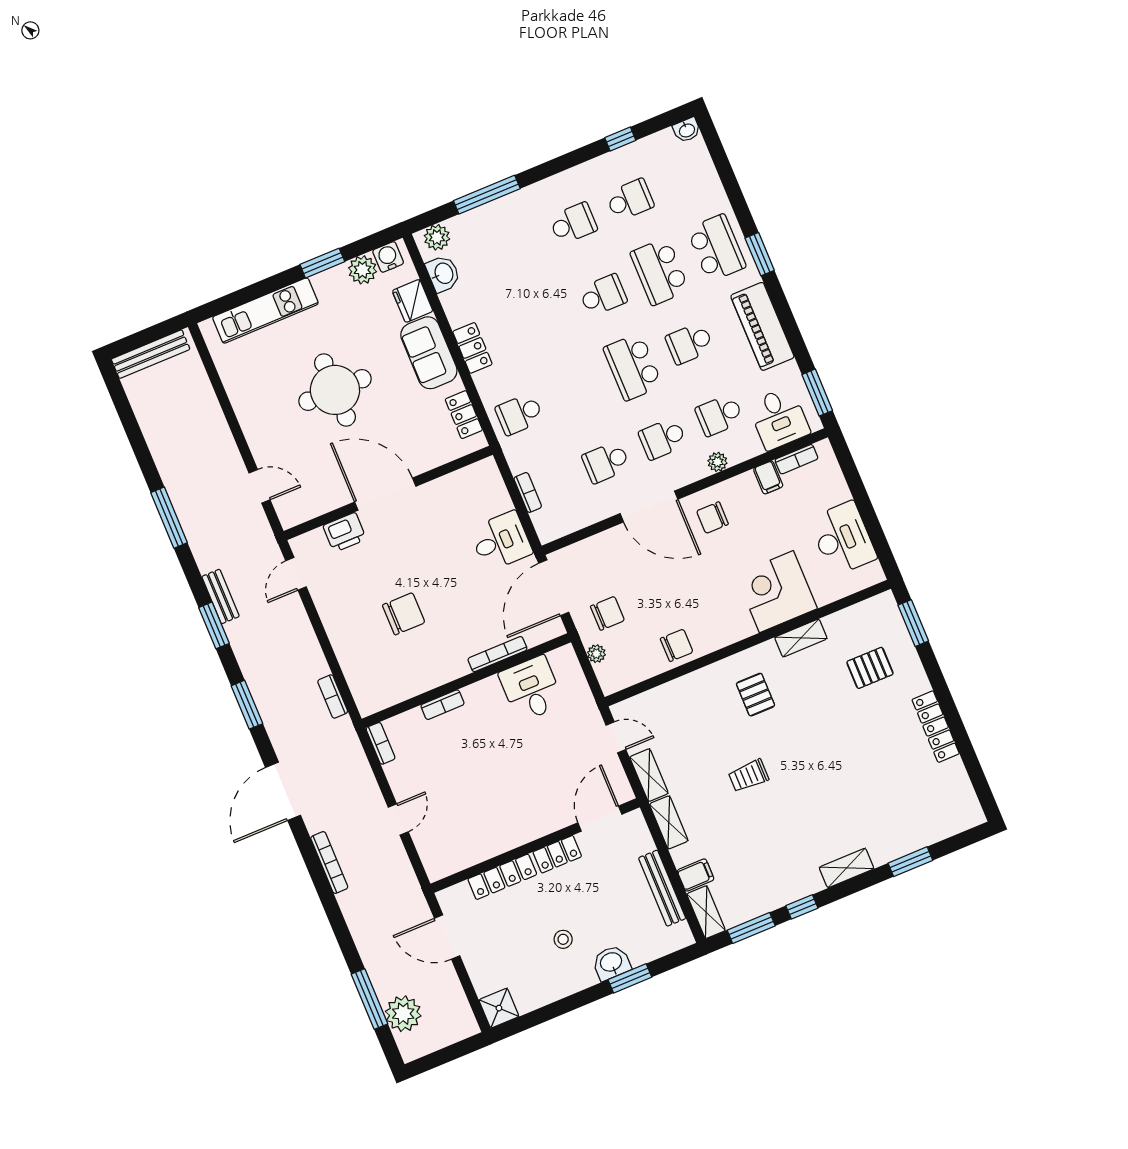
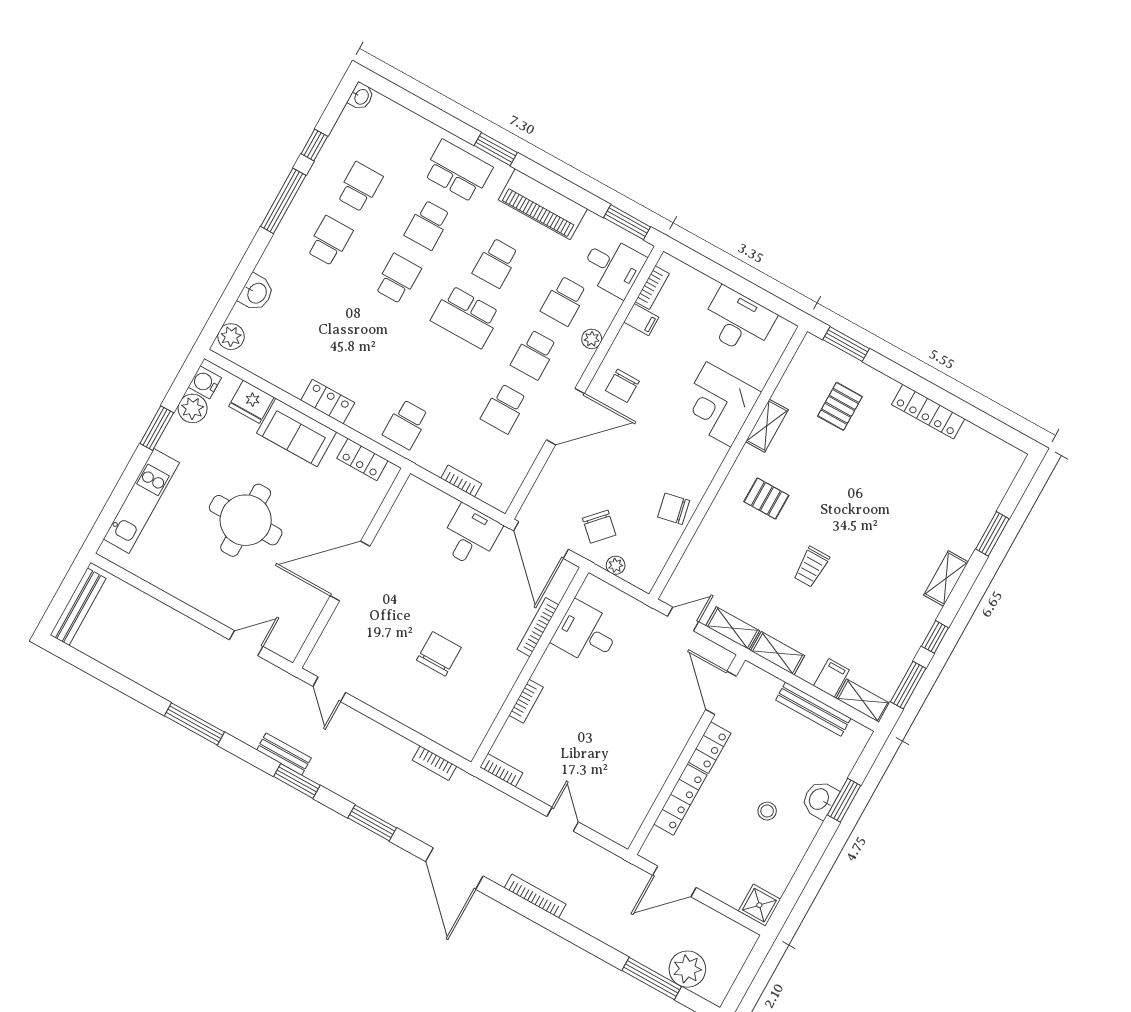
window: (487, 195) -> (283, 201), moved
school desk: (660, 272) -> (428, 225), width x0.54
washbasin: (443, 274) -> (256, 293), moved, turned 90
printer: (345, 532) -> (342, 626), removed
chair: (607, 613) -> (599, 527), turned 133
chair: (677, 645) -> (674, 509), turned -102

